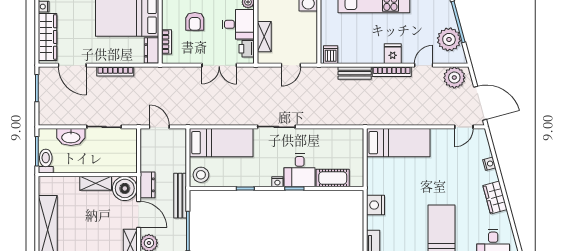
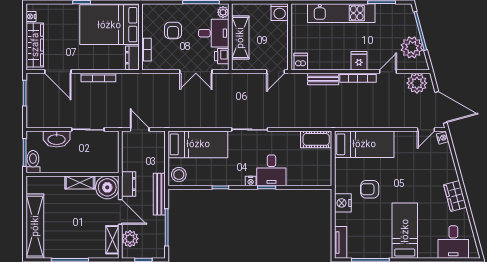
shelving: (264, 37) -> (240, 38), width x1.50, depth x1.33
door: (291, 65) -> (276, 72), moved
nightstand: (489, 164) -> (443, 138), moved
cot: (333, 178) -> (316, 139), moved
armchair: (404, 190) -> (370, 189), added

